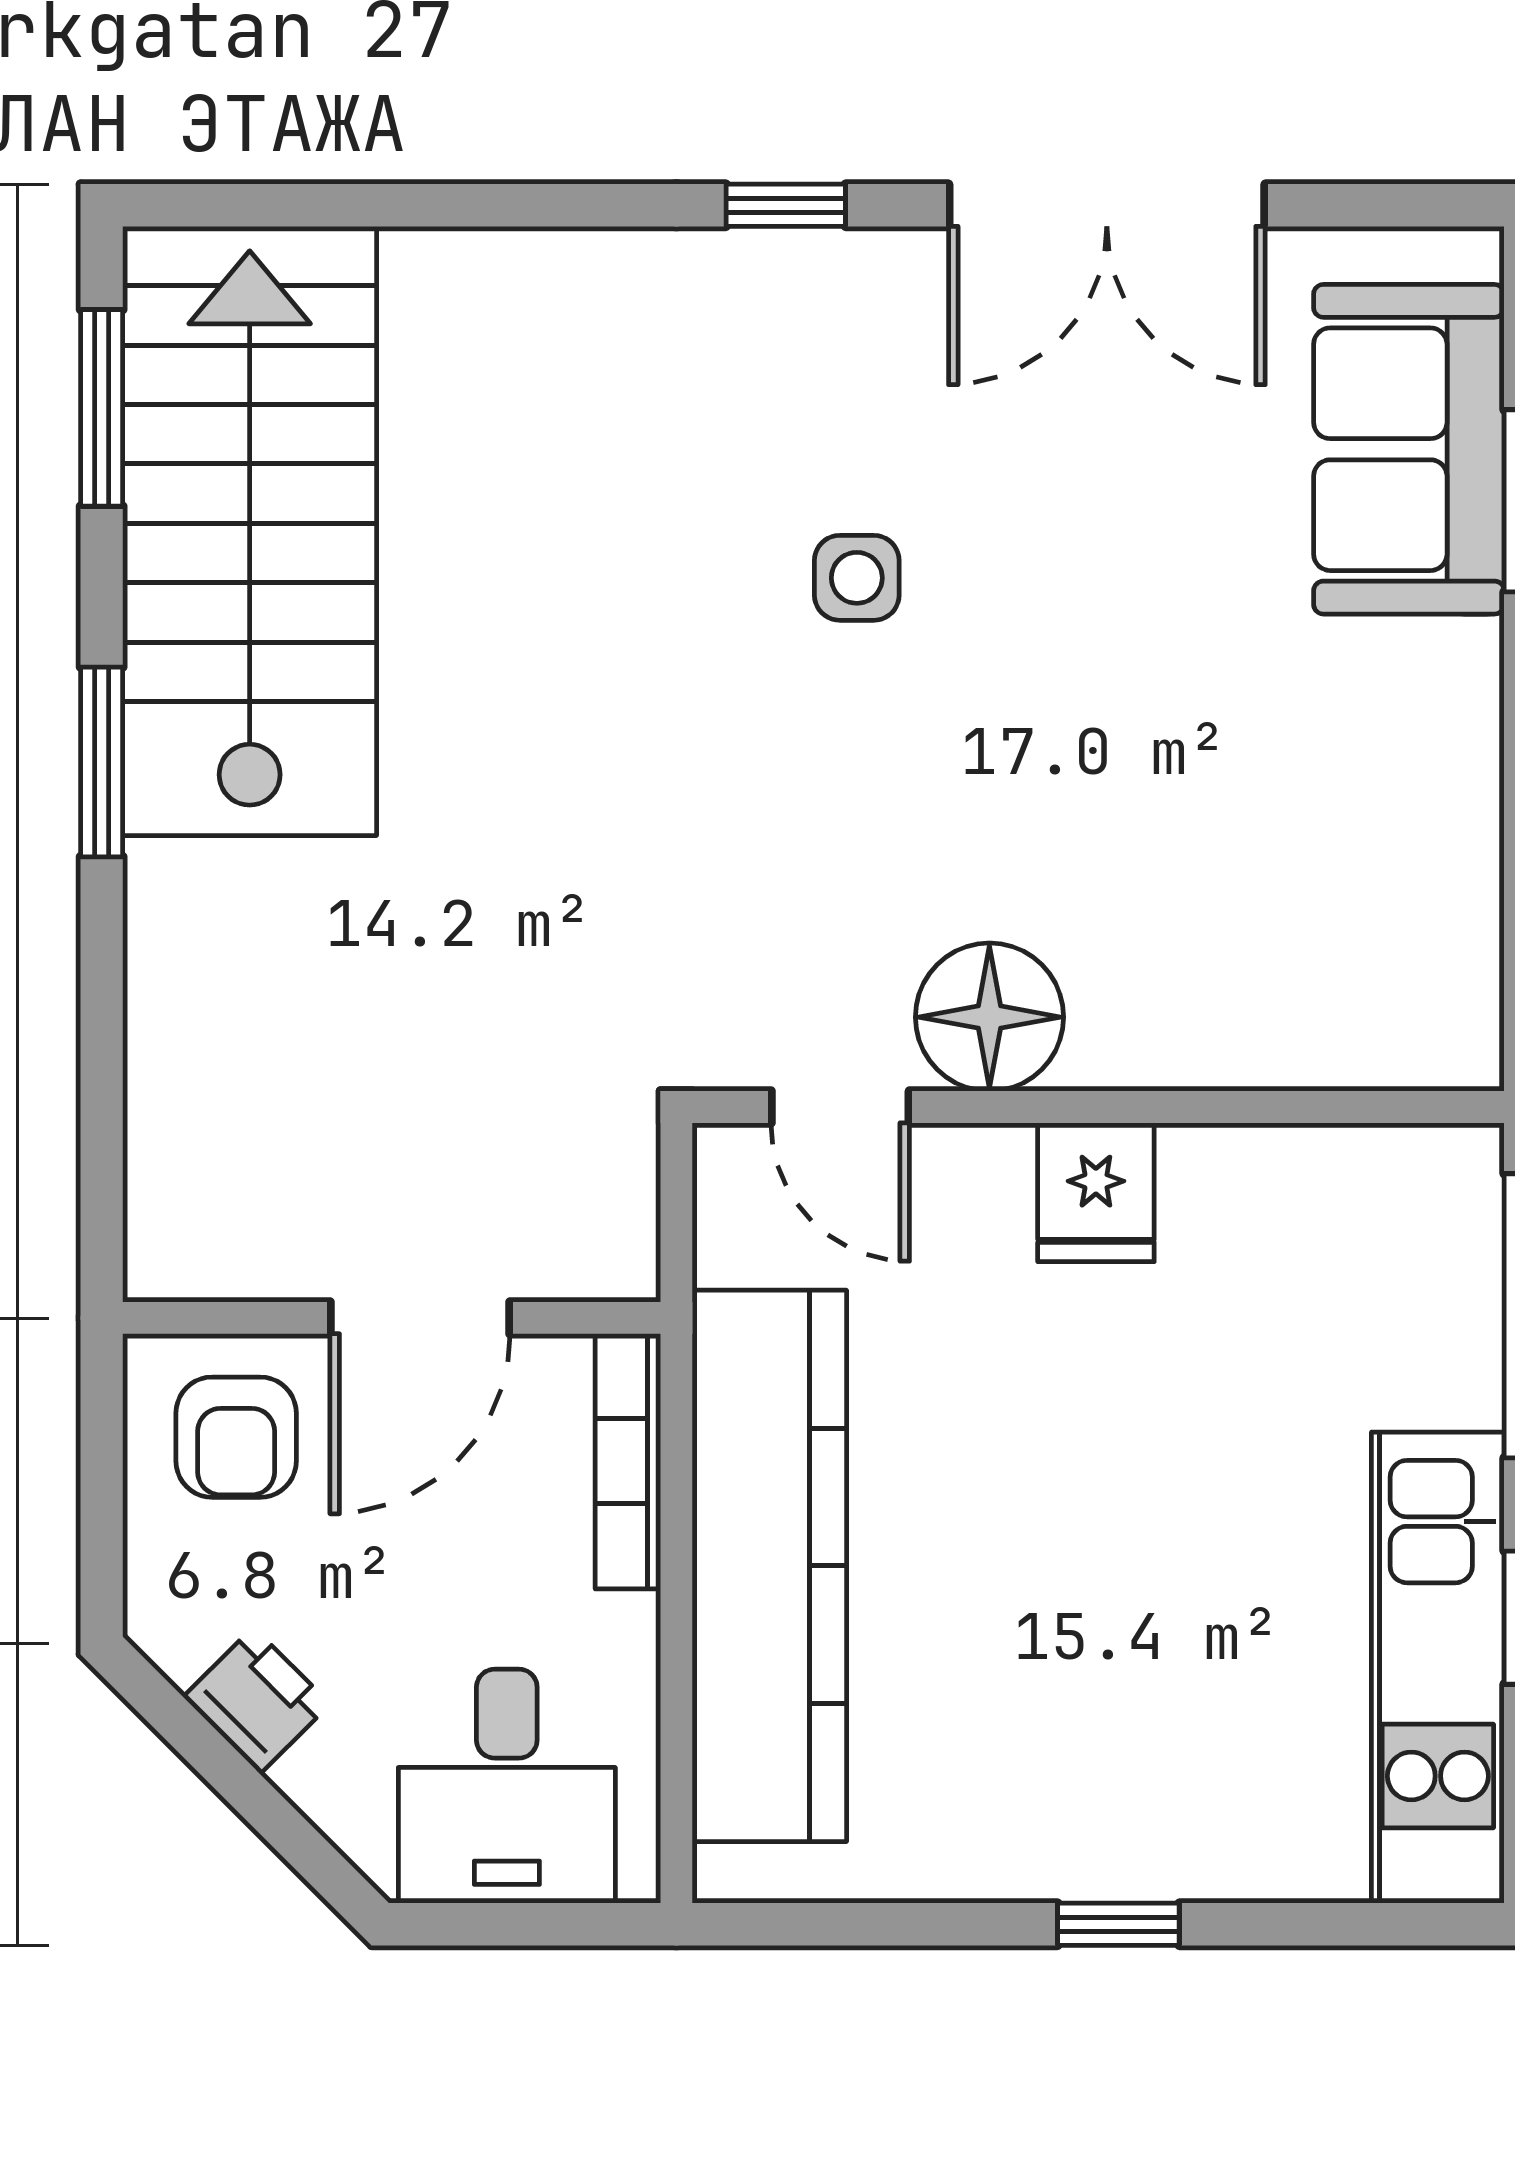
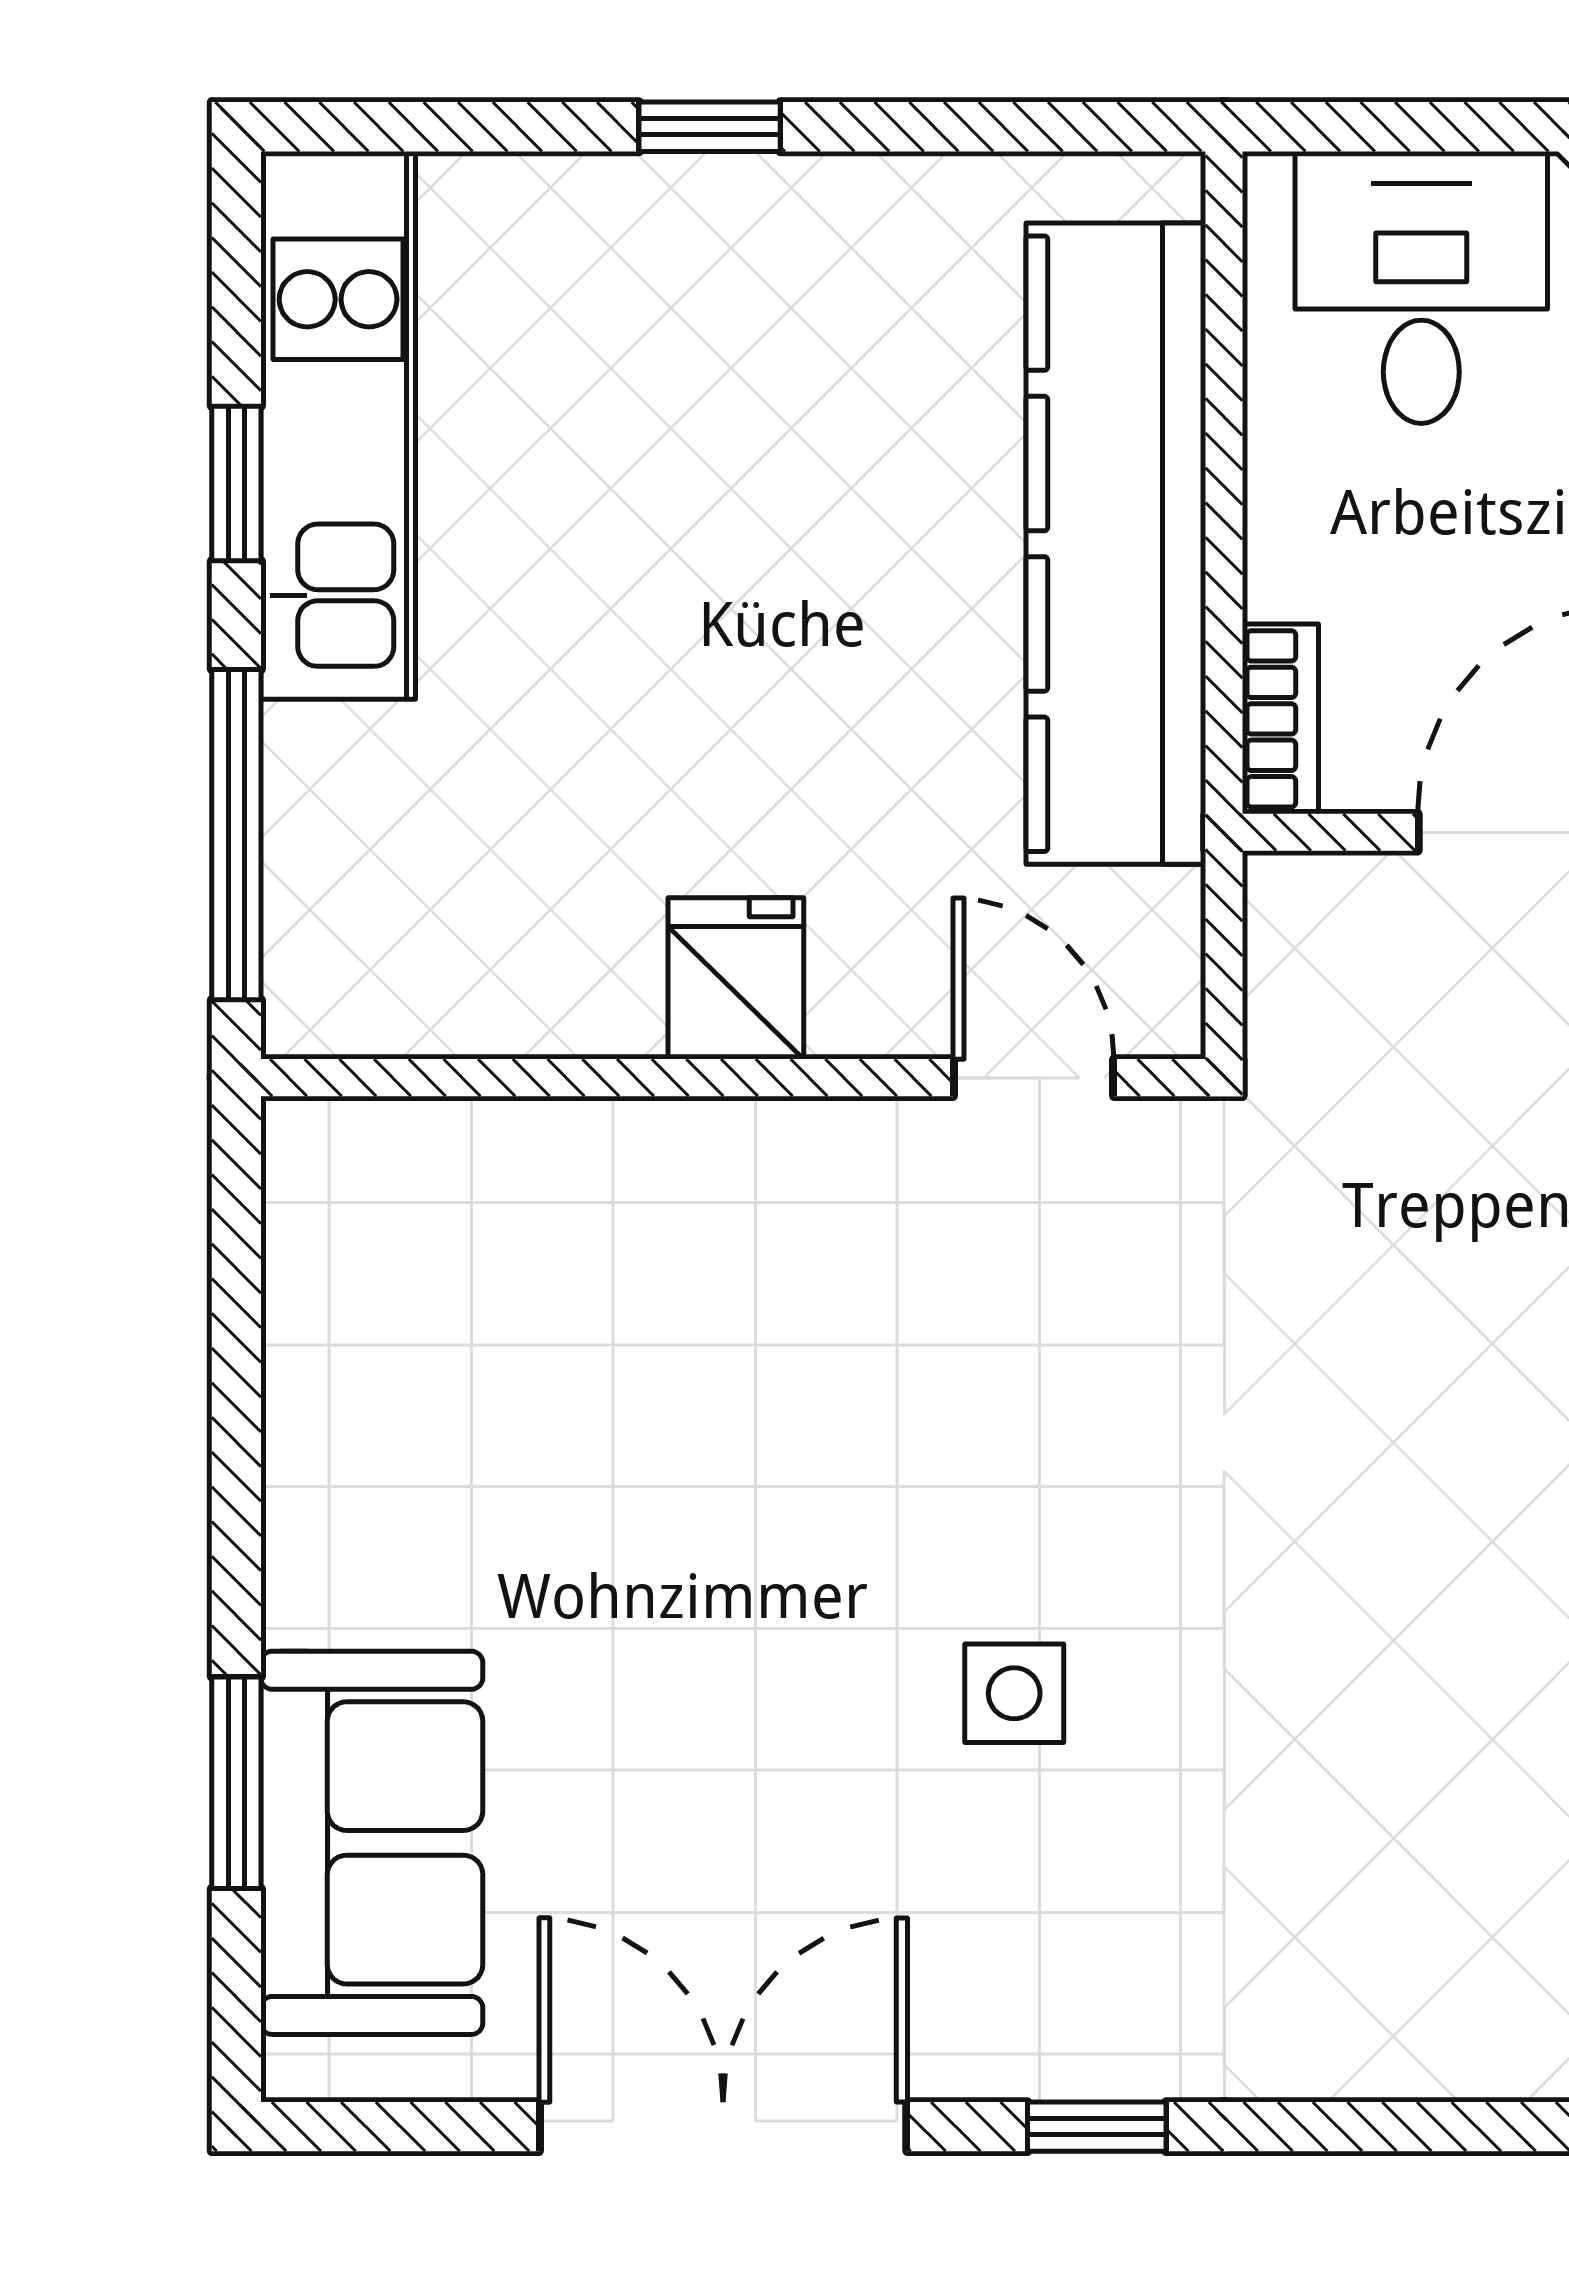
floor lamp: (989, 1017) -> (860, 1182), removed
bookcase: (628, 1461) -> (1280, 719), width x0.64

